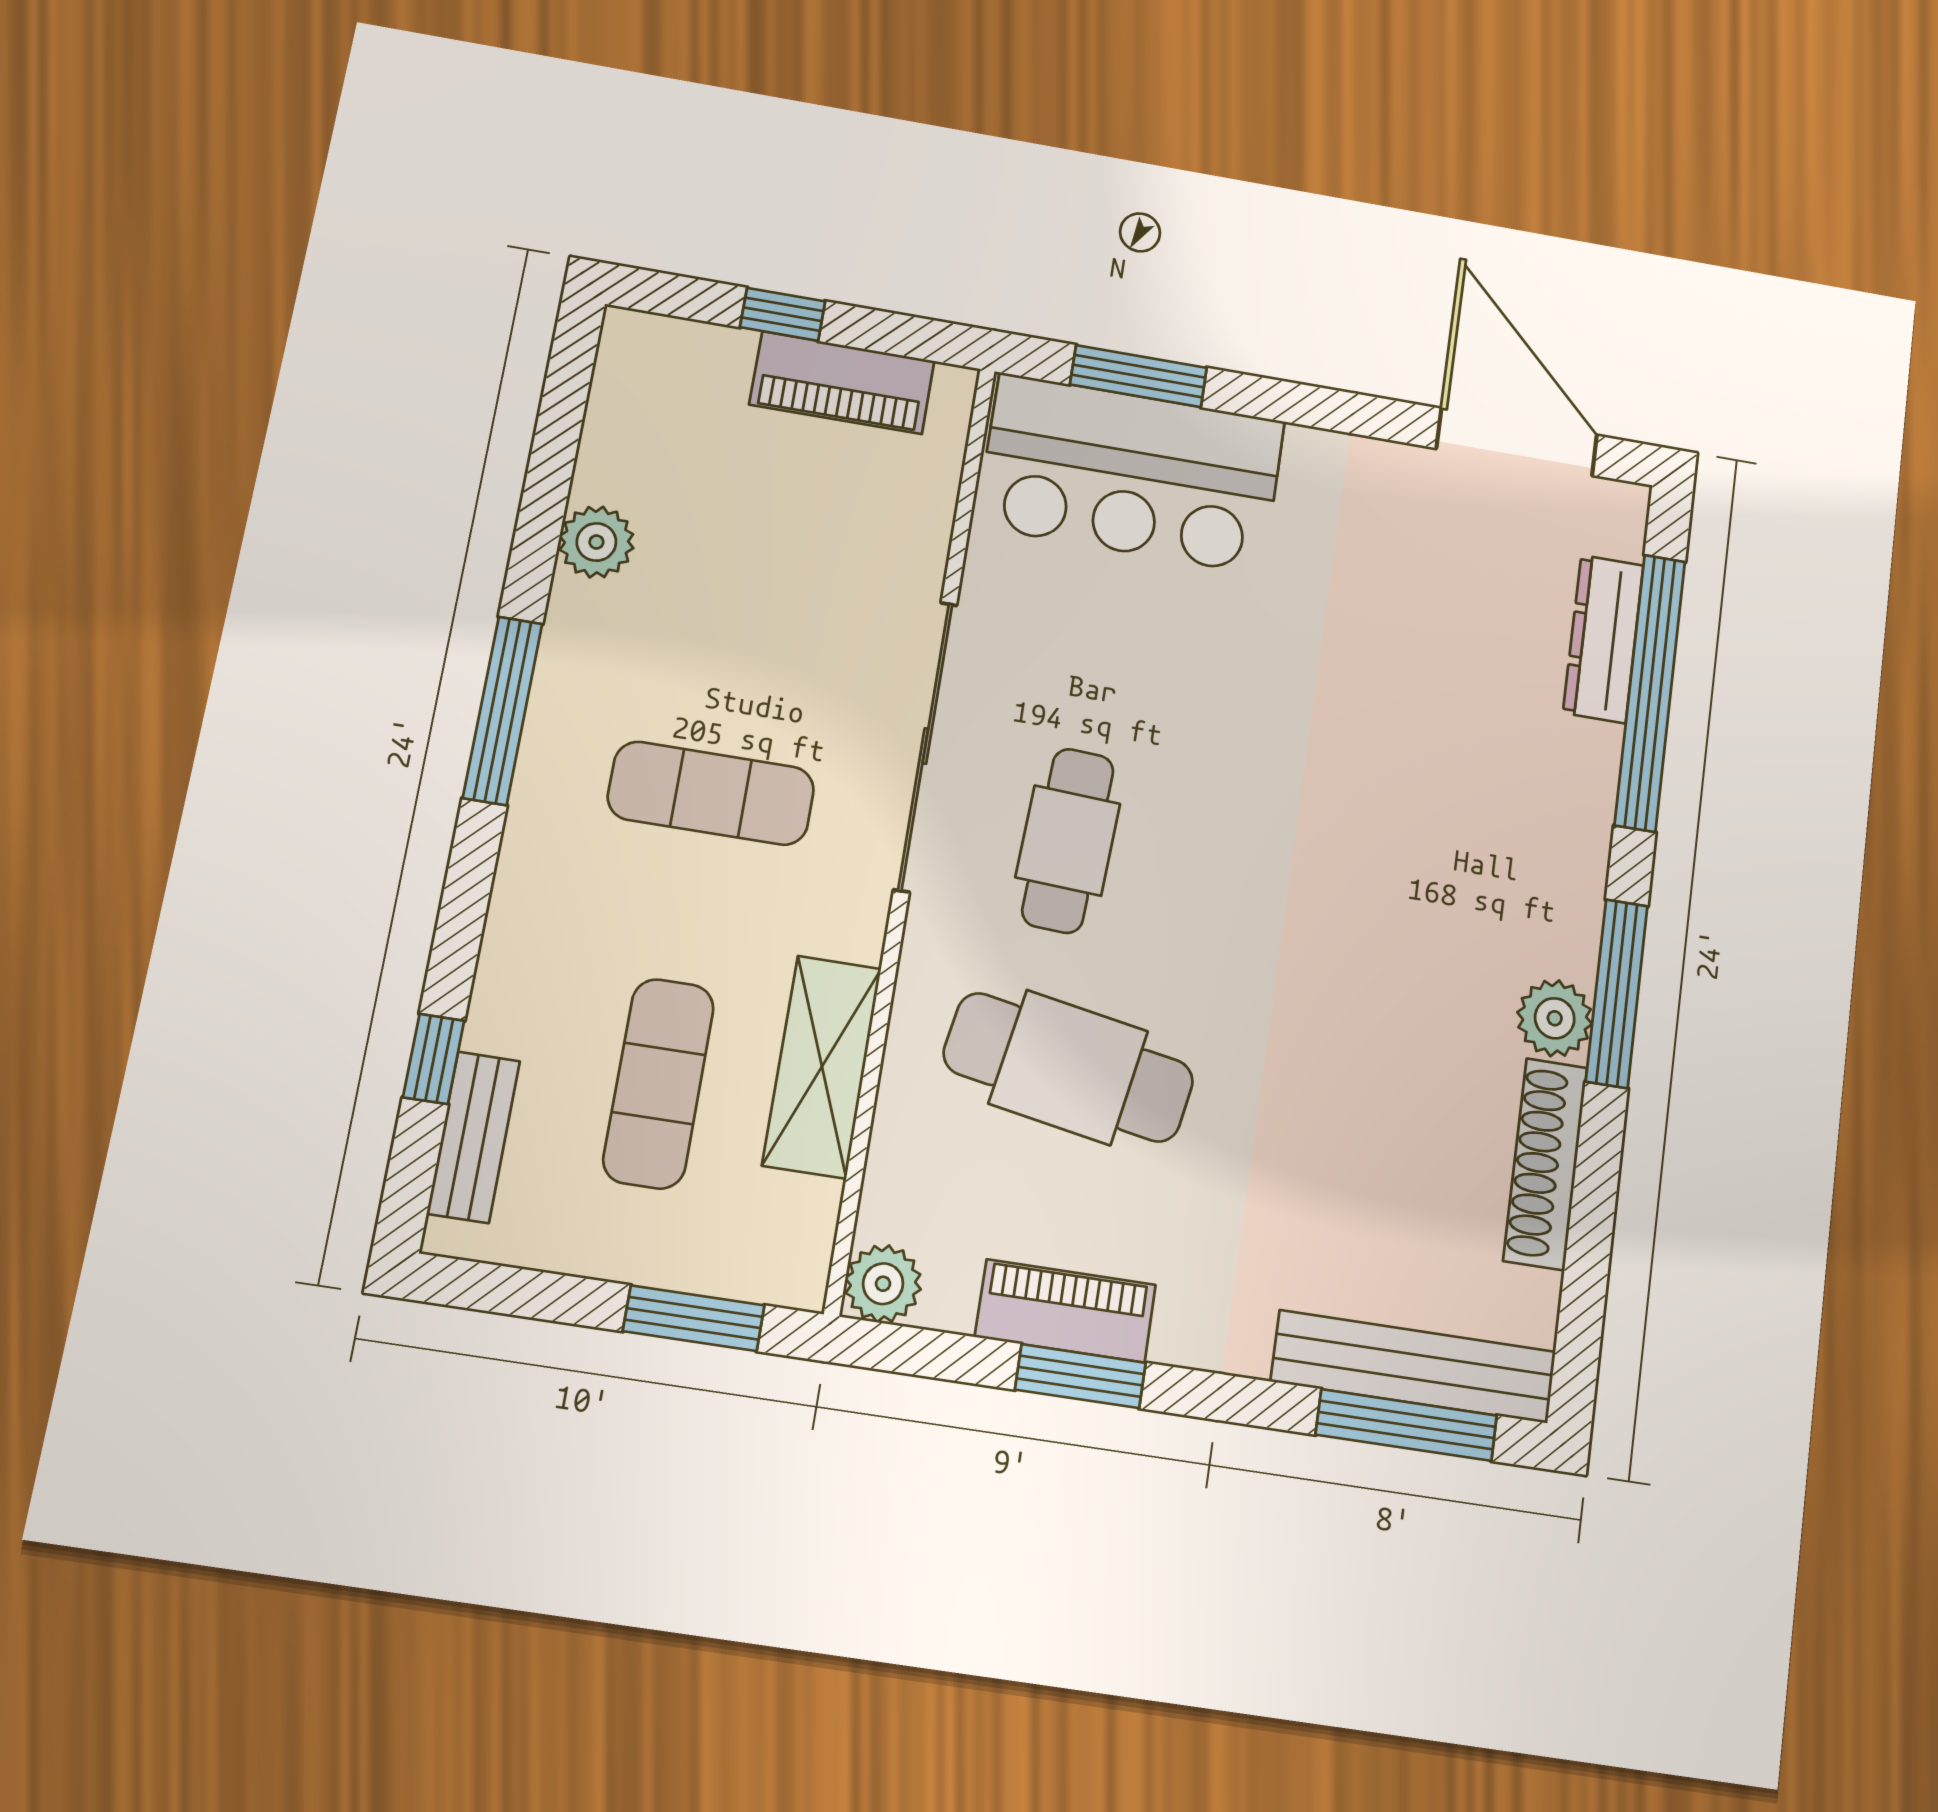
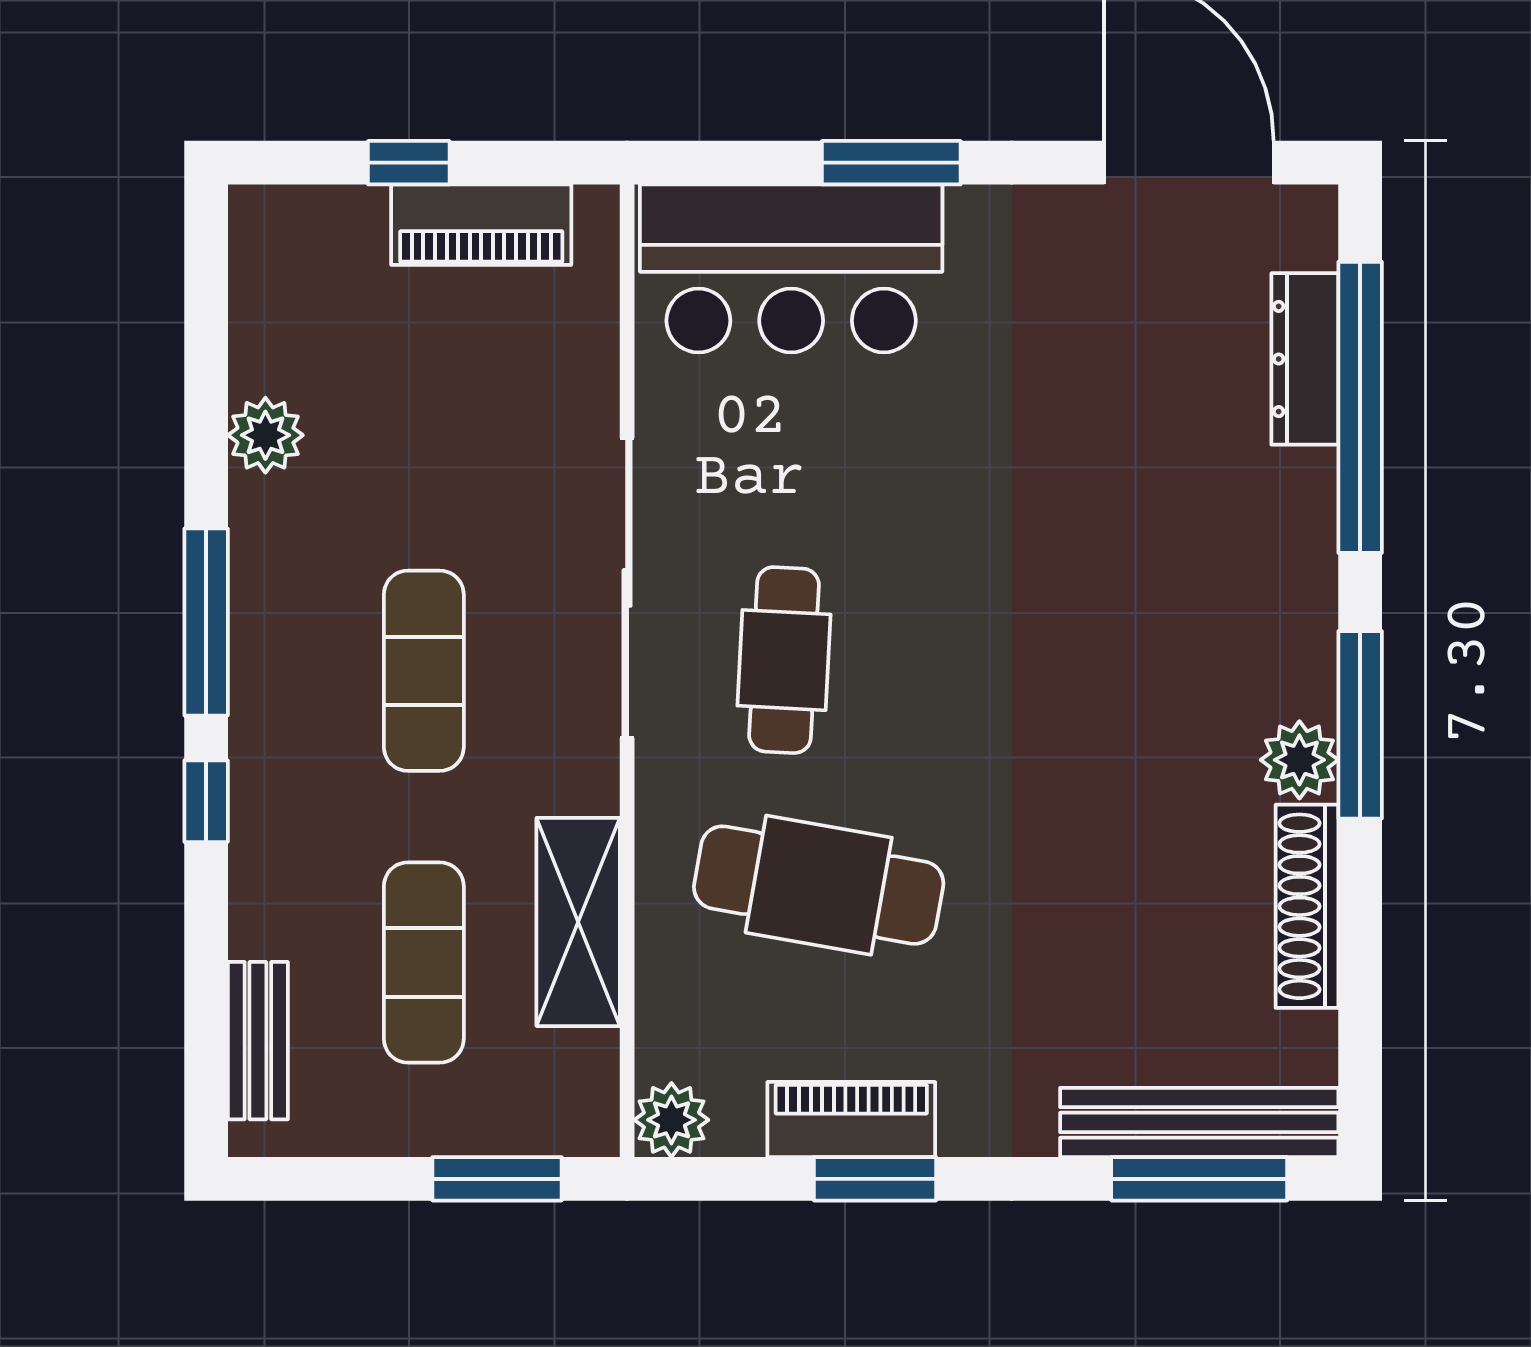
window: (1138, 376) -> (891, 163), moved
exercise mat: (711, 793) -> (424, 671), turned 90
window: (434, 1059) -> (206, 801), moved

